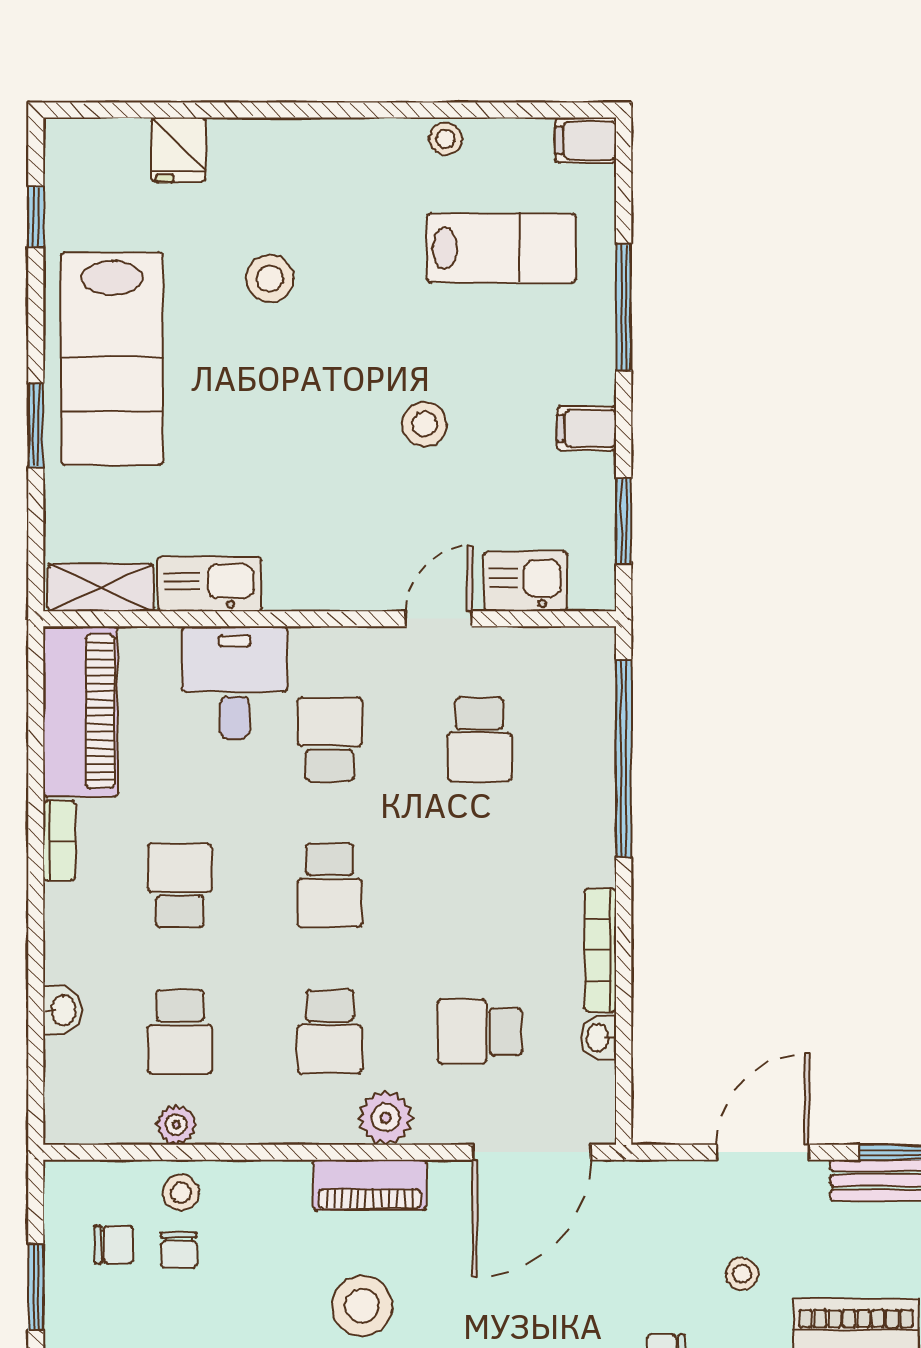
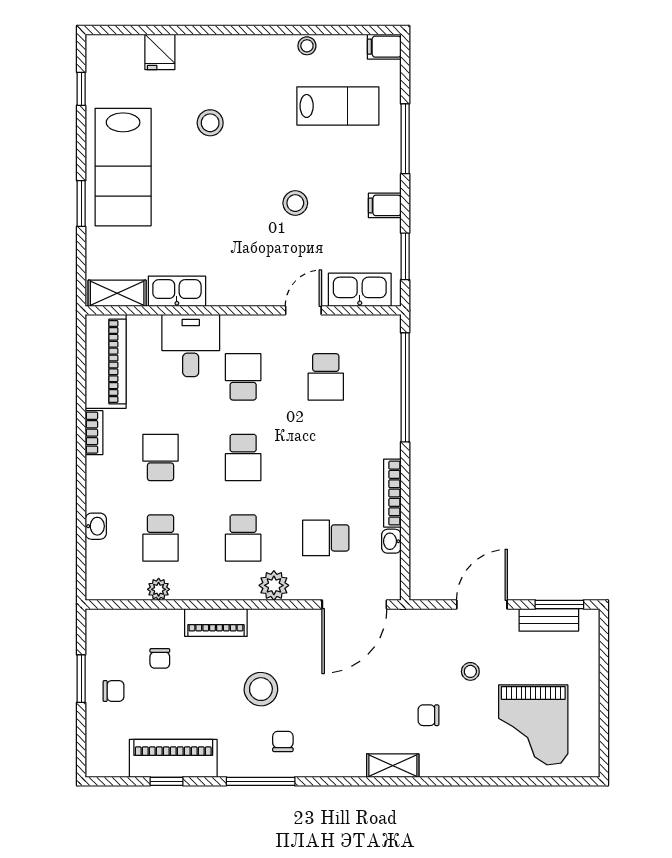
kitchen sink: (526, 581) -> (360, 290), width x1.38
piano: (369, 1185) -> (216, 622), moved
stool: (181, 1193) -> (161, 627), removed
chair: (114, 1244) -> (114, 691), moved

